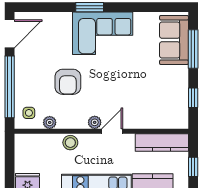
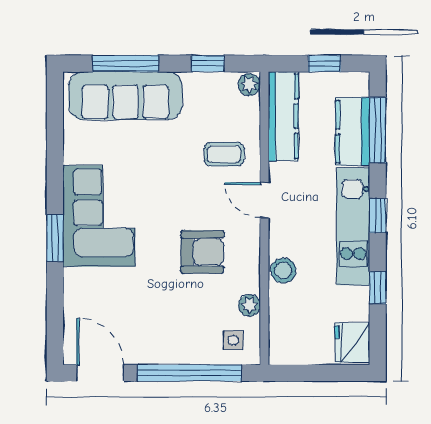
sofa: (174, 40) -> (125, 96), width x1.36
armchair: (68, 82) -> (202, 252), moved
coffee table: (139, 107) -> (224, 154), added
plant: (95, 122) -> (249, 85), moved

